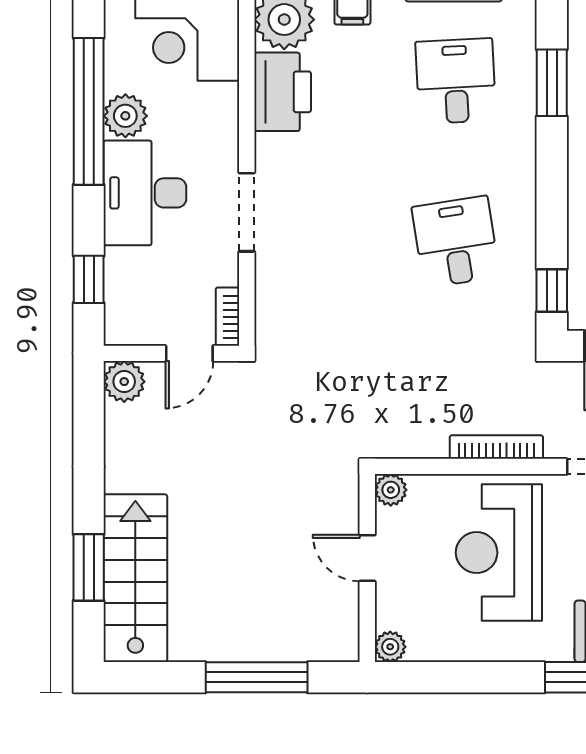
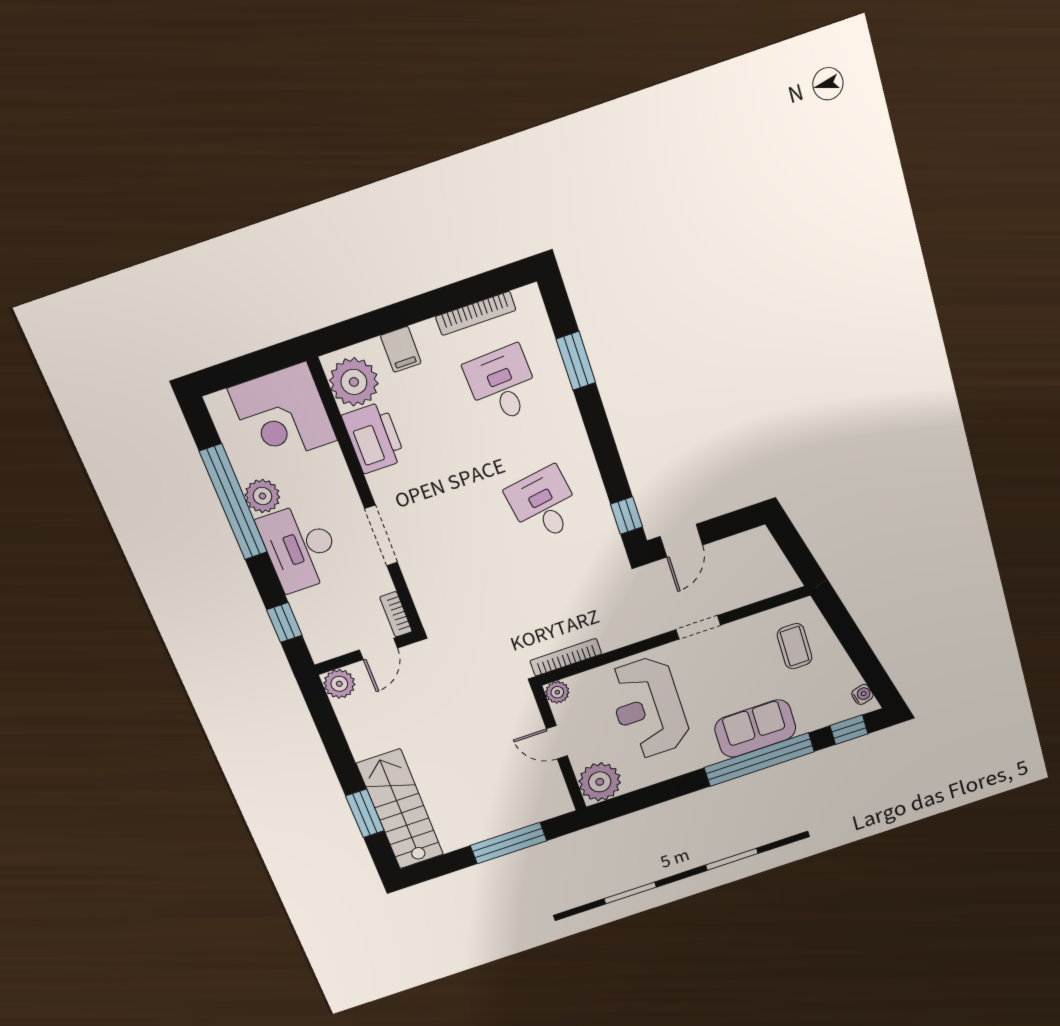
bookcase: (496, 447) -> (566, 657), moved
plant: (390, 647) -> (600, 782), width x1.87, depth x1.87

